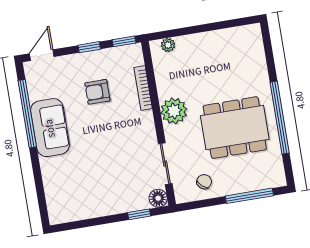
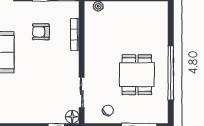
plant: (174, 111) -> (94, 55), removed
dining table: (235, 128) -> (137, 75), width x0.73

